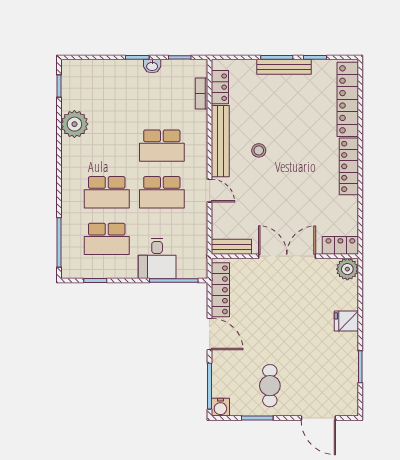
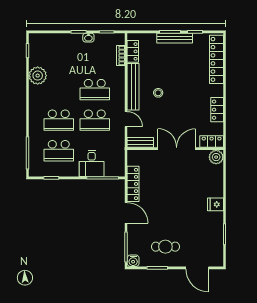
locker: (349, 166) -> (217, 110), width x0.66
locker: (340, 245) -> (212, 142), moved
bench: (231, 247) -> (140, 142), moved
wall: (285, 256) -> (175, 149), moved
double door: (287, 256) -> (177, 149), moved
plant: (347, 269) -> (216, 157), moved
cafe table: (270, 386) -> (165, 247), turned 90

